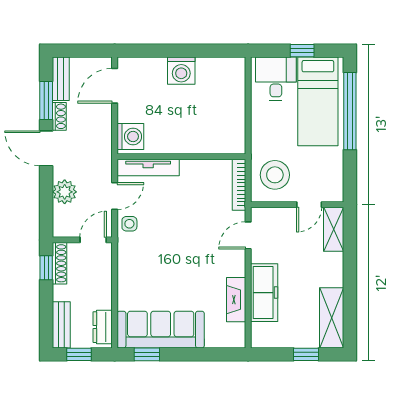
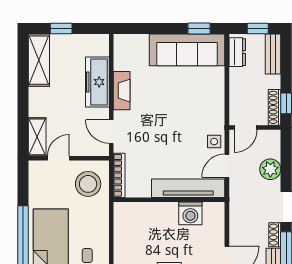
washing machine: (130, 136) -> (190, 213), moved, turned -90
tv unit: (148, 167) -> (188, 188), width x1.36, depth x1.29
door: (248, 235) -> (111, 132), swing flipped
fireplace: (236, 300) -> (122, 91), moved

